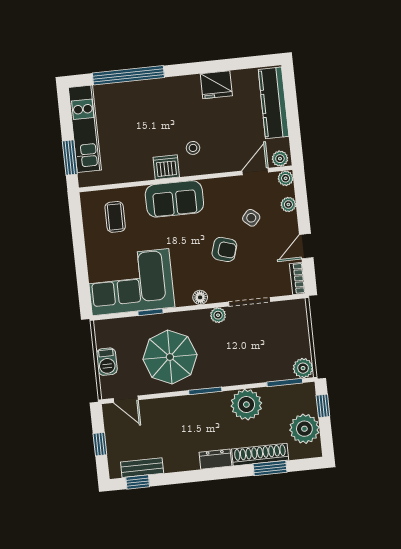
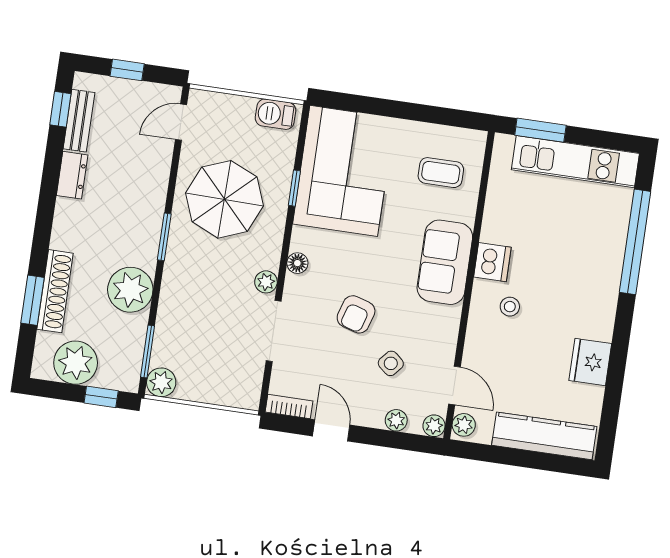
barbecue: (107, 362) -> (275, 114), moved
dresser: (215, 459) -> (72, 175), moved

